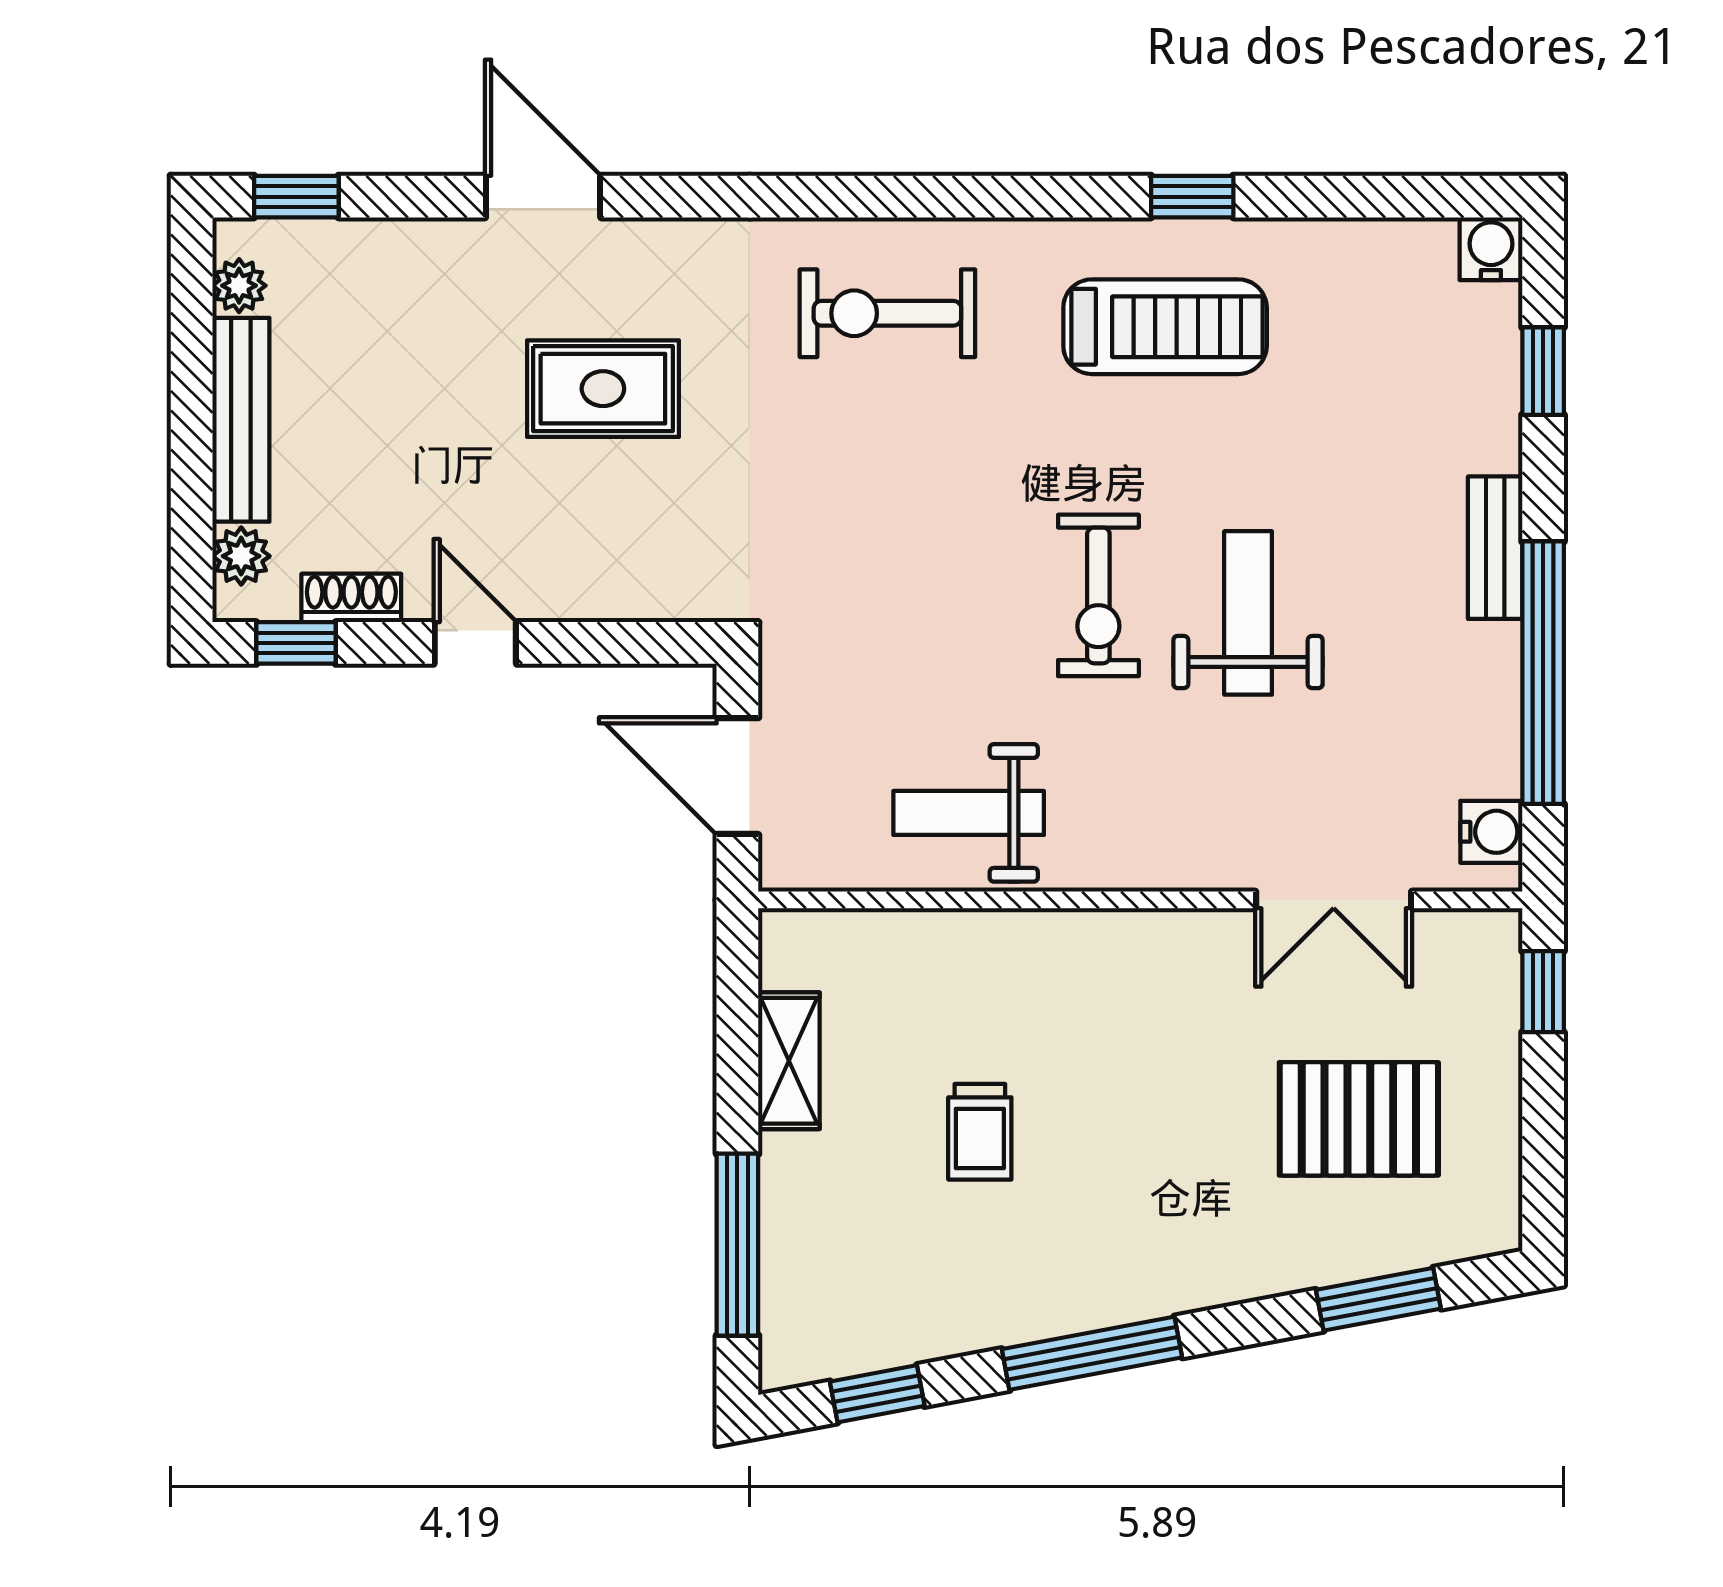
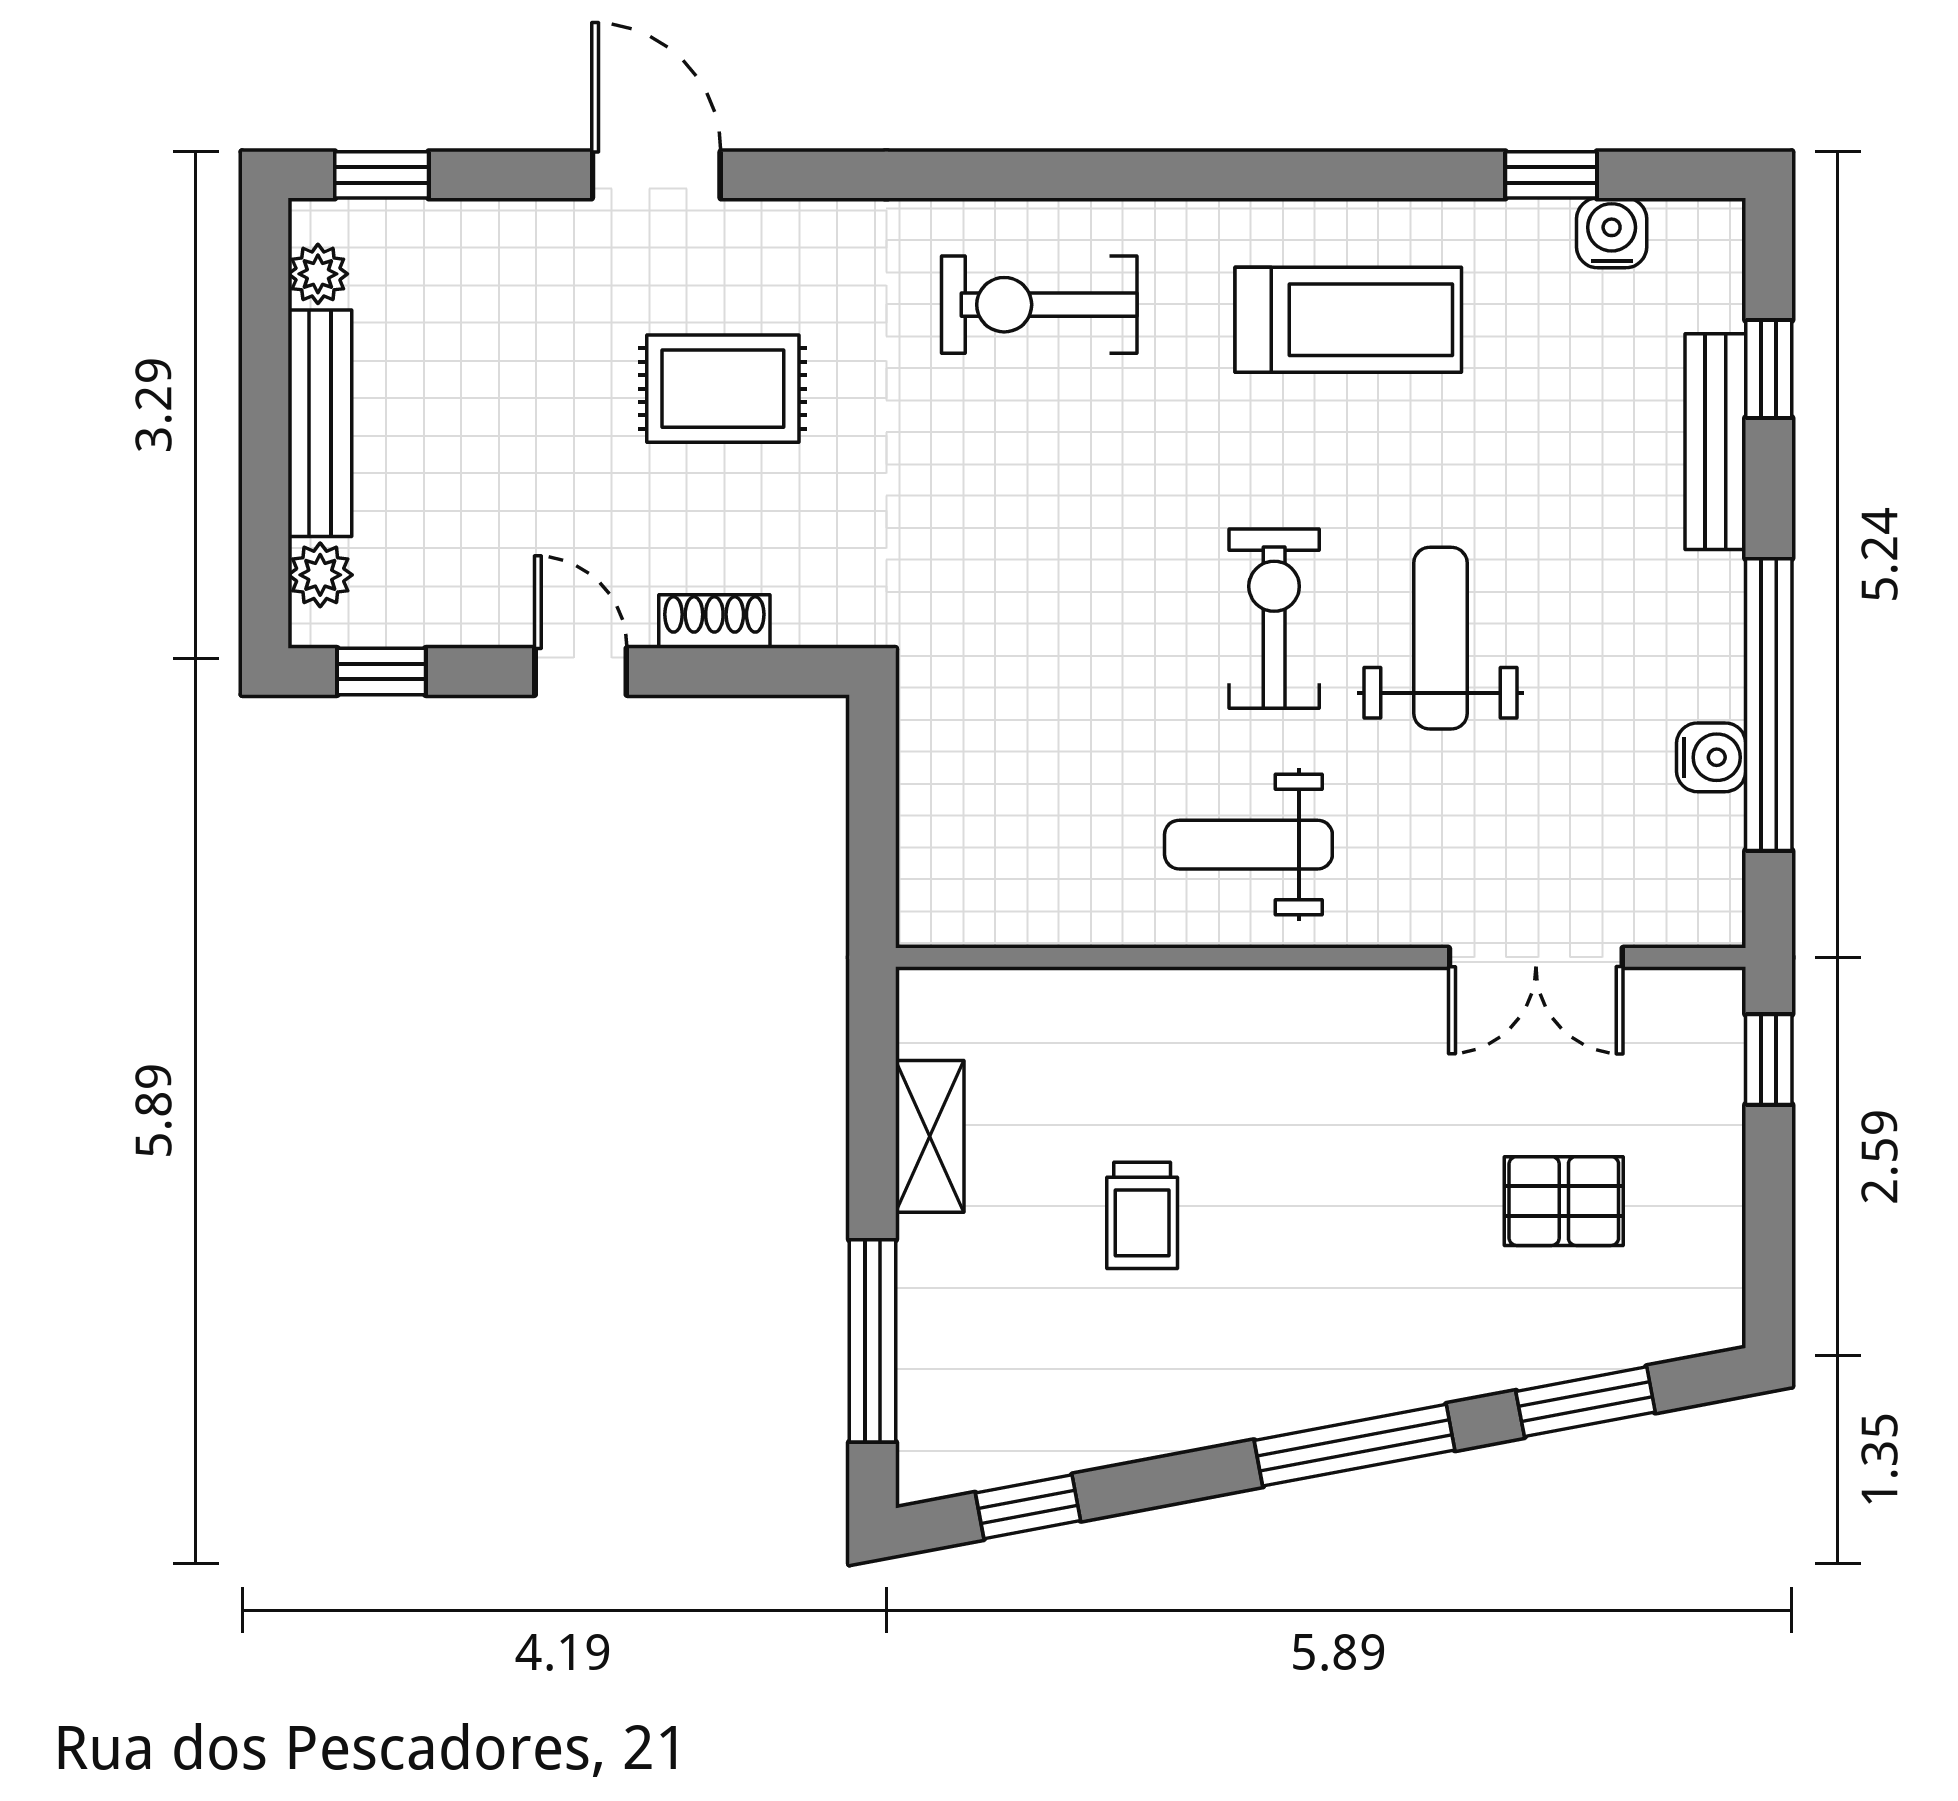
window: (1192, 197) -> (1551, 175), moved
water cooler: (1491, 249) -> (1612, 233), moved
bench: (1495, 548) -> (1715, 442), moved, width x1.36
exercise bike: (1098, 595) -> (1274, 619), turned 180
shoe rack: (351, 598) -> (714, 621), moved
door: (737, 776) -> (872, 820), removed
weight bench: (969, 813) -> (1248, 845), moved
water cooler: (1491, 832) -> (1711, 757), moved
pallet: (1359, 1119) -> (1564, 1201), width x0.67, depth x0.71
window: (1092, 1353) -> (1355, 1445), moved

